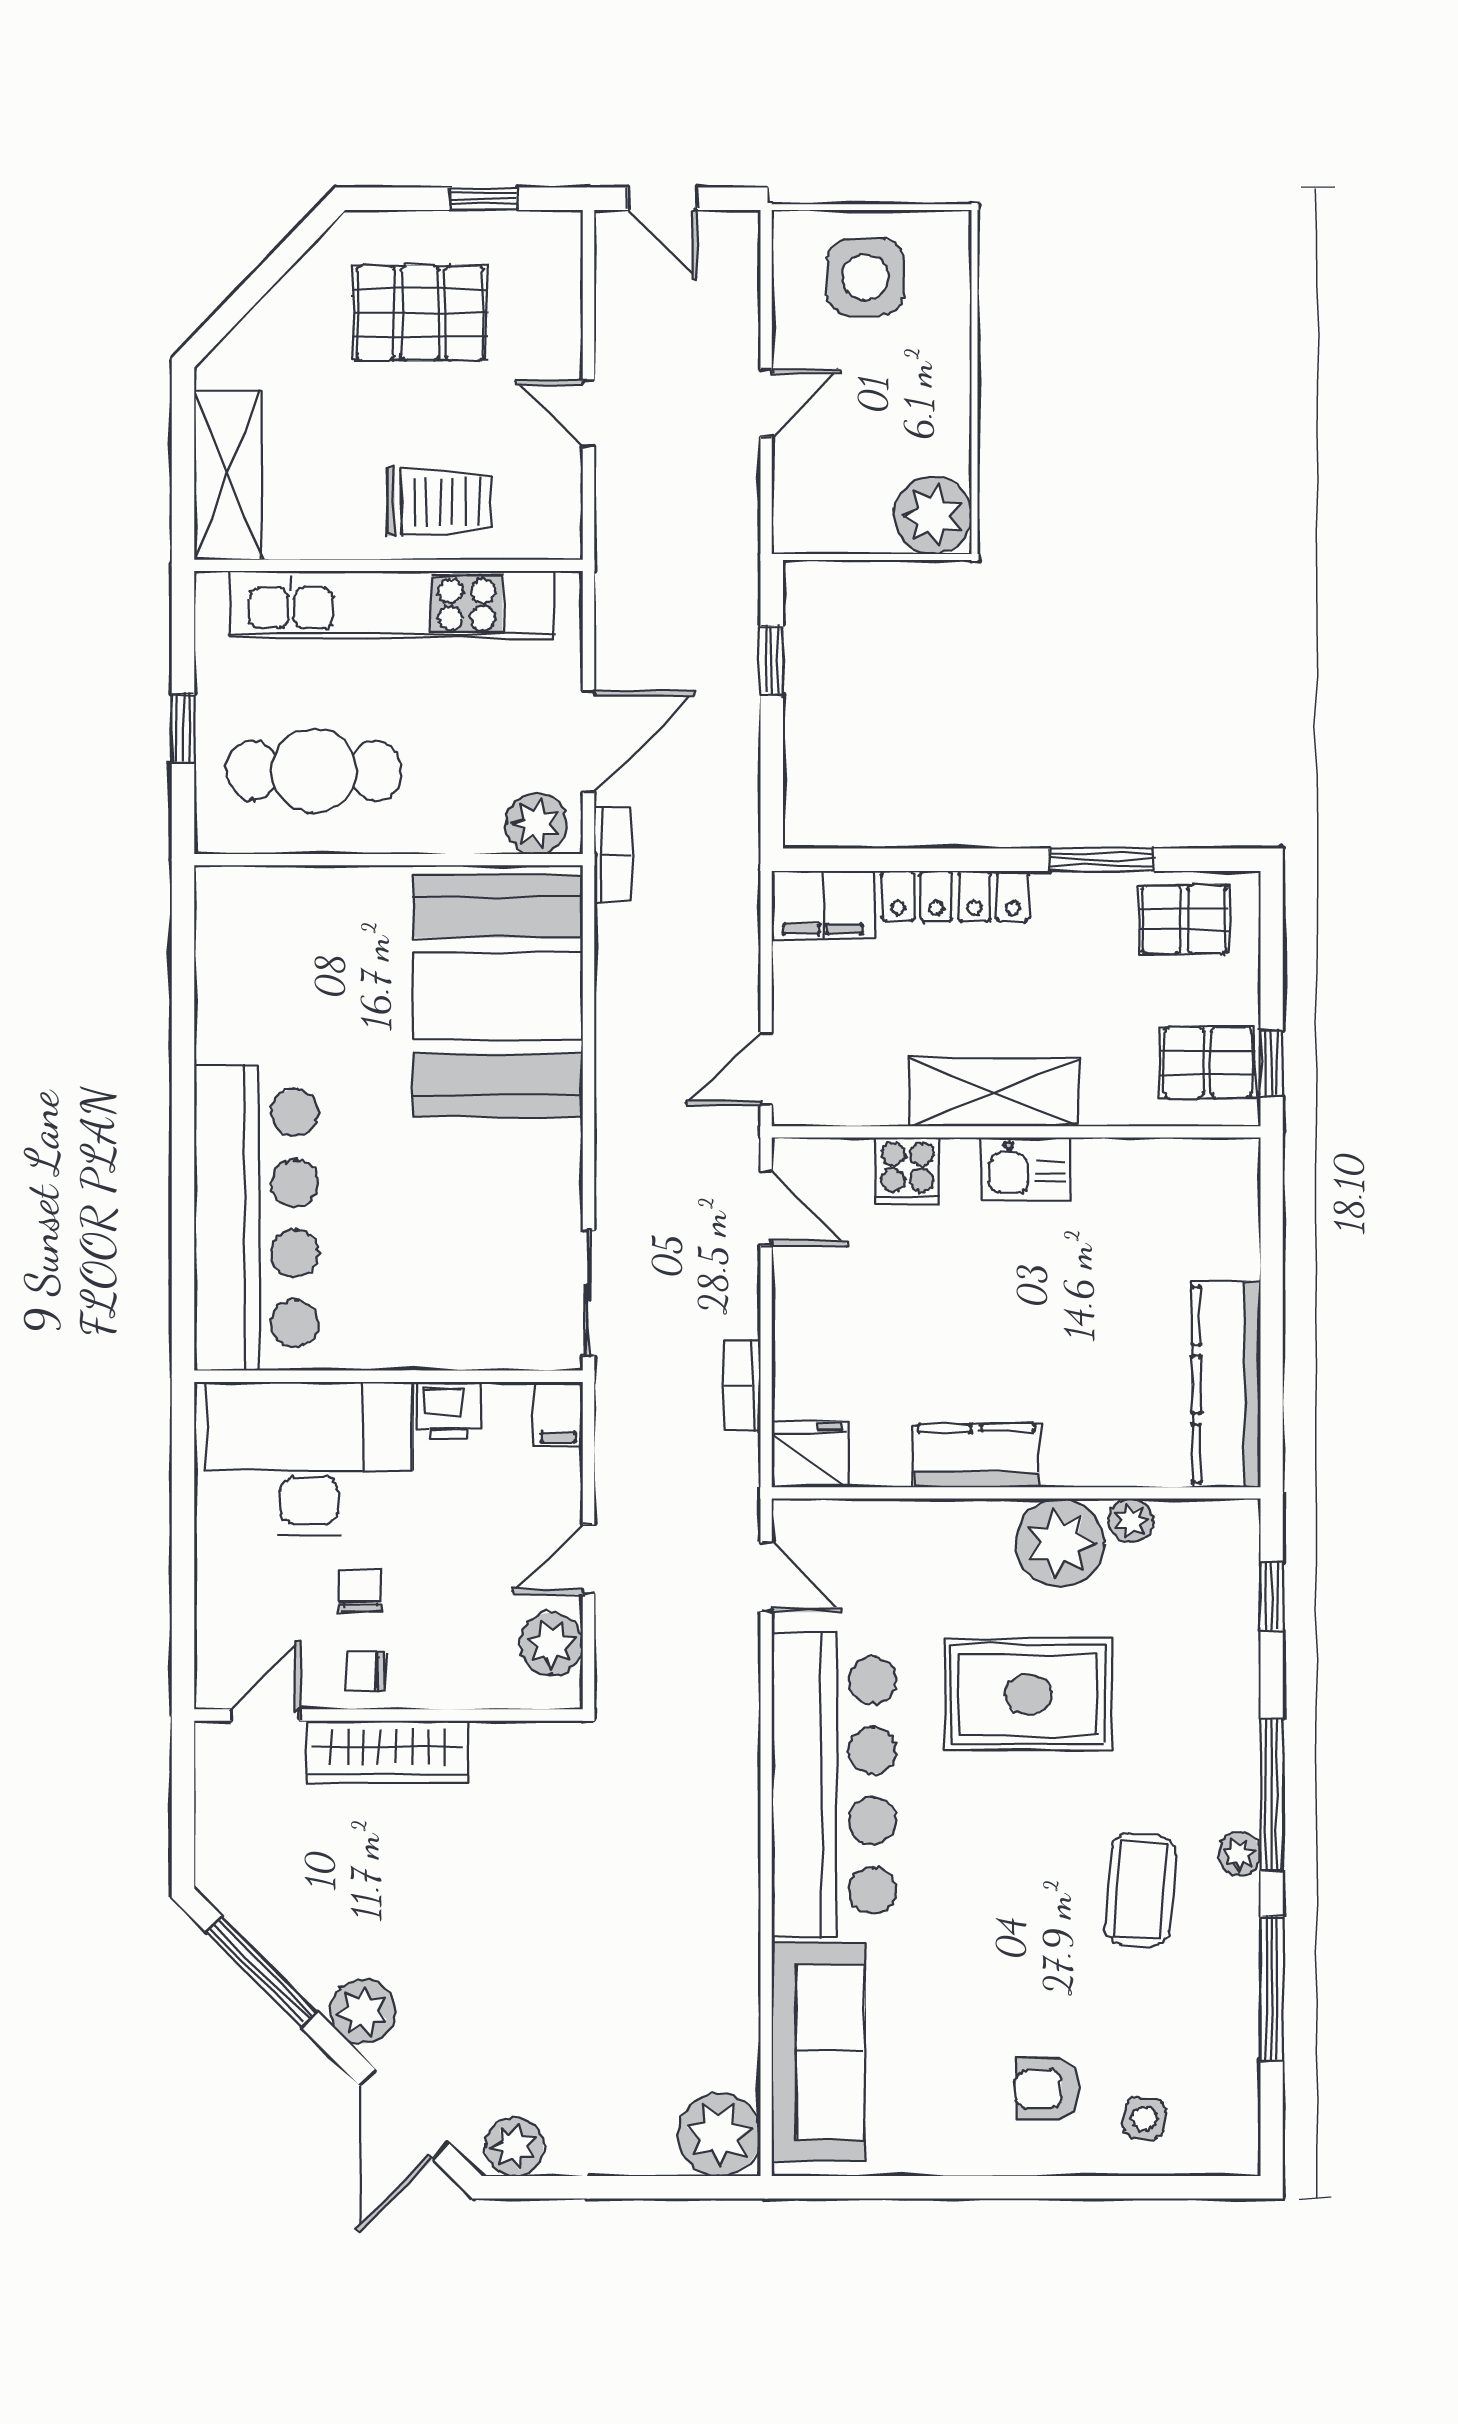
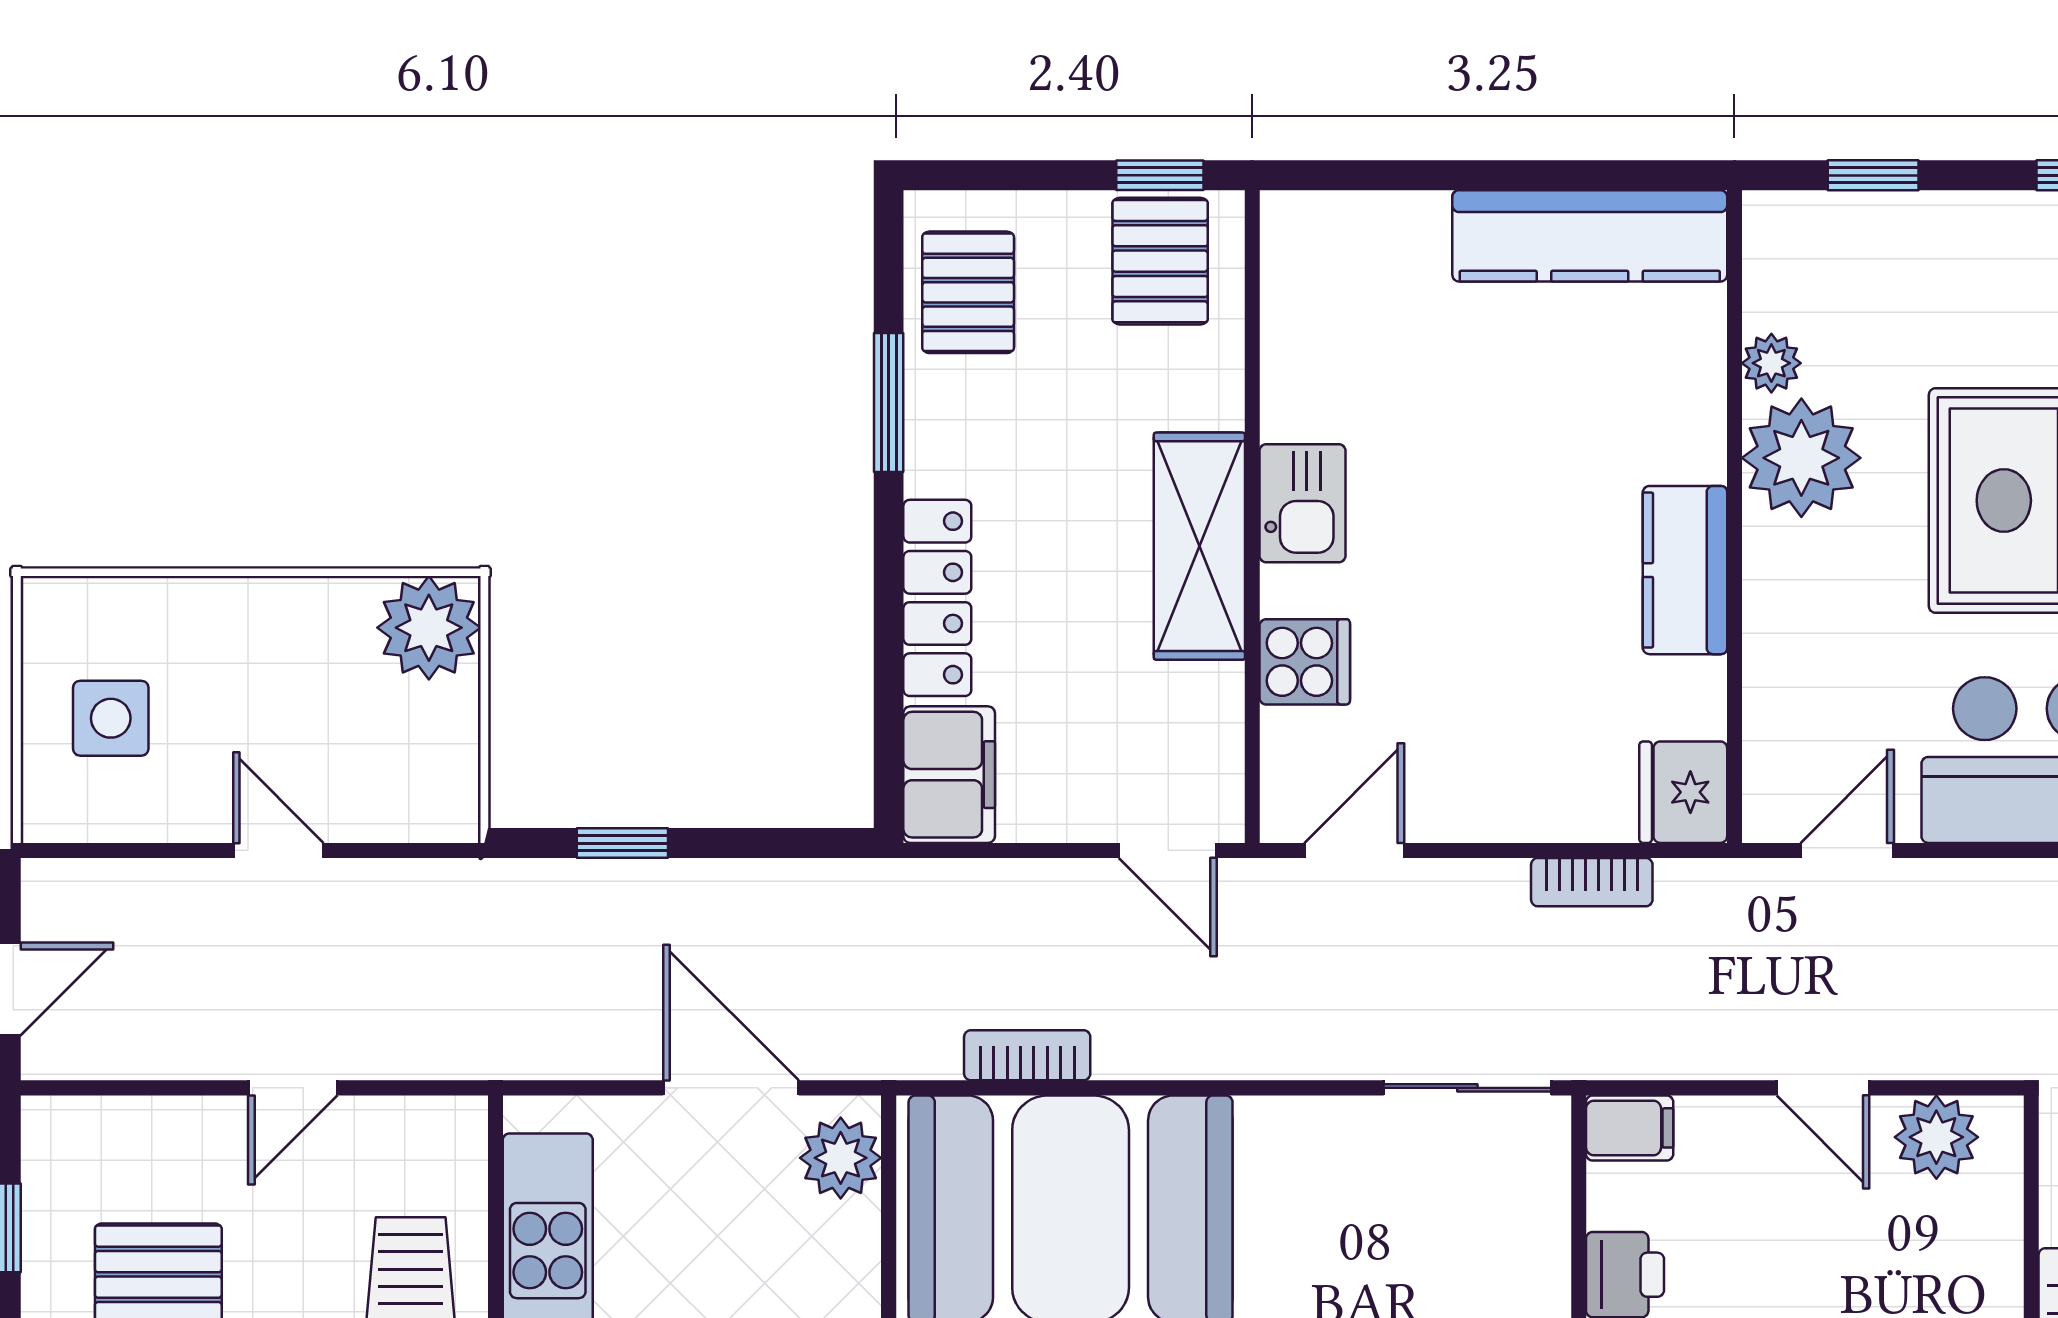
side table: (865, 277) -> (111, 718), width x0.73, depth x0.73
bookcase: (613, 855) -> (1027, 1055), moved

